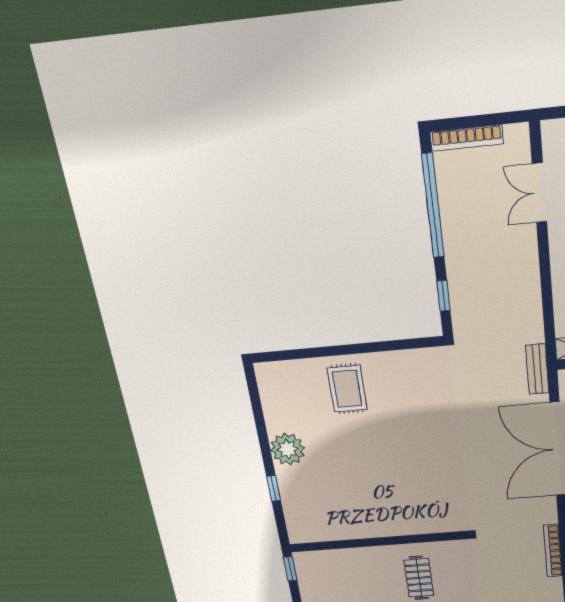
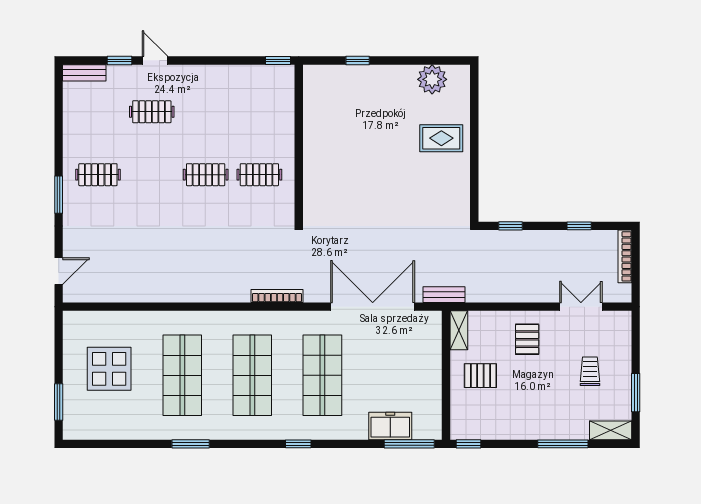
window: (433, 206) -> (579, 226), width x0.32
plant: (288, 449) -> (432, 79), moved

